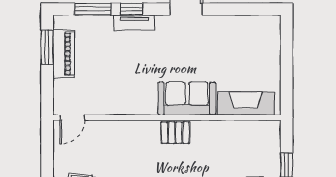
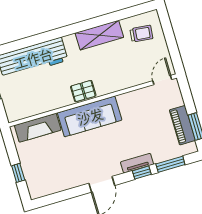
window: (287, 54) -> (18, 173), added
sofa: (187, 99) -> (90, 116), width x1.36

